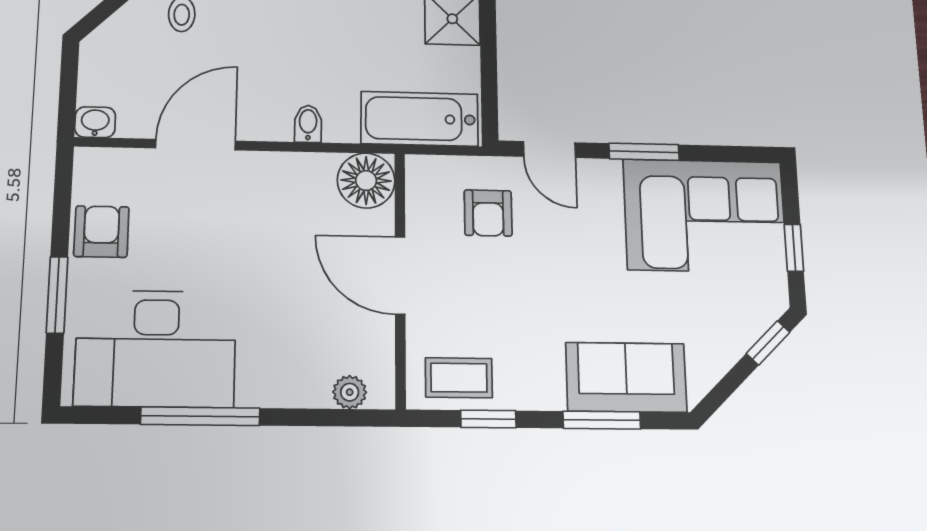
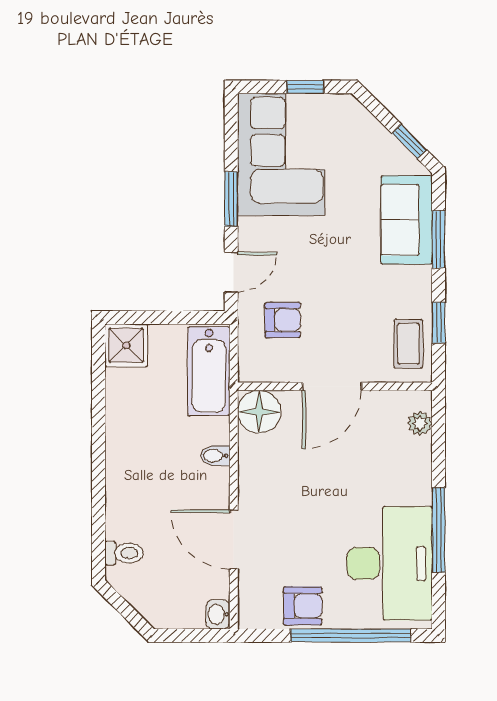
armchair: (101, 232) -> (303, 606), turned 180
window: (57, 295) -> (351, 635), width x2.11
window: (768, 343) -> (409, 142), moved

